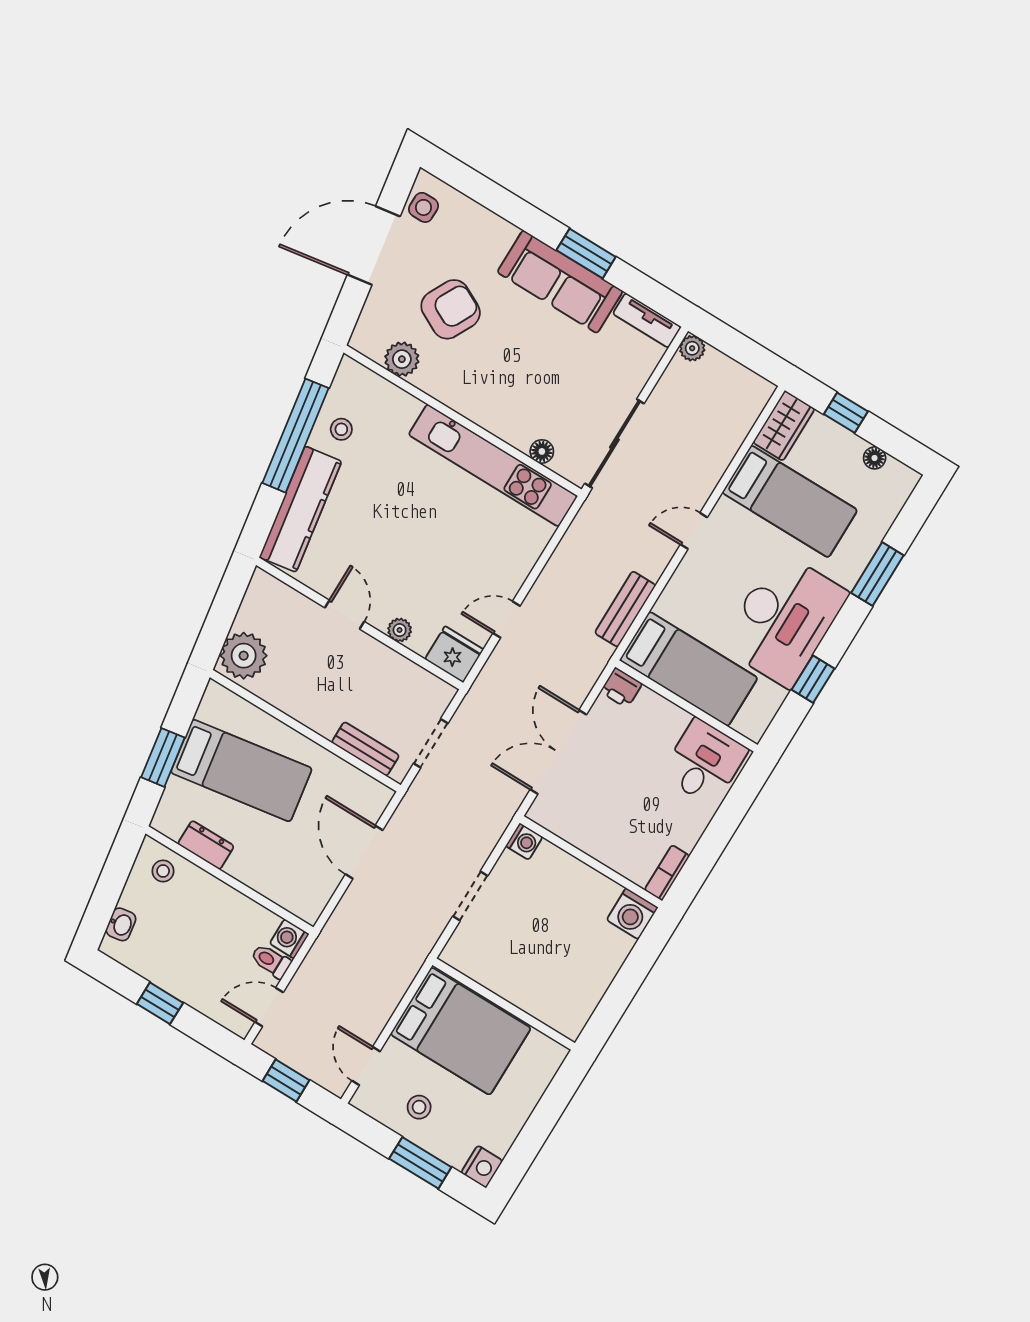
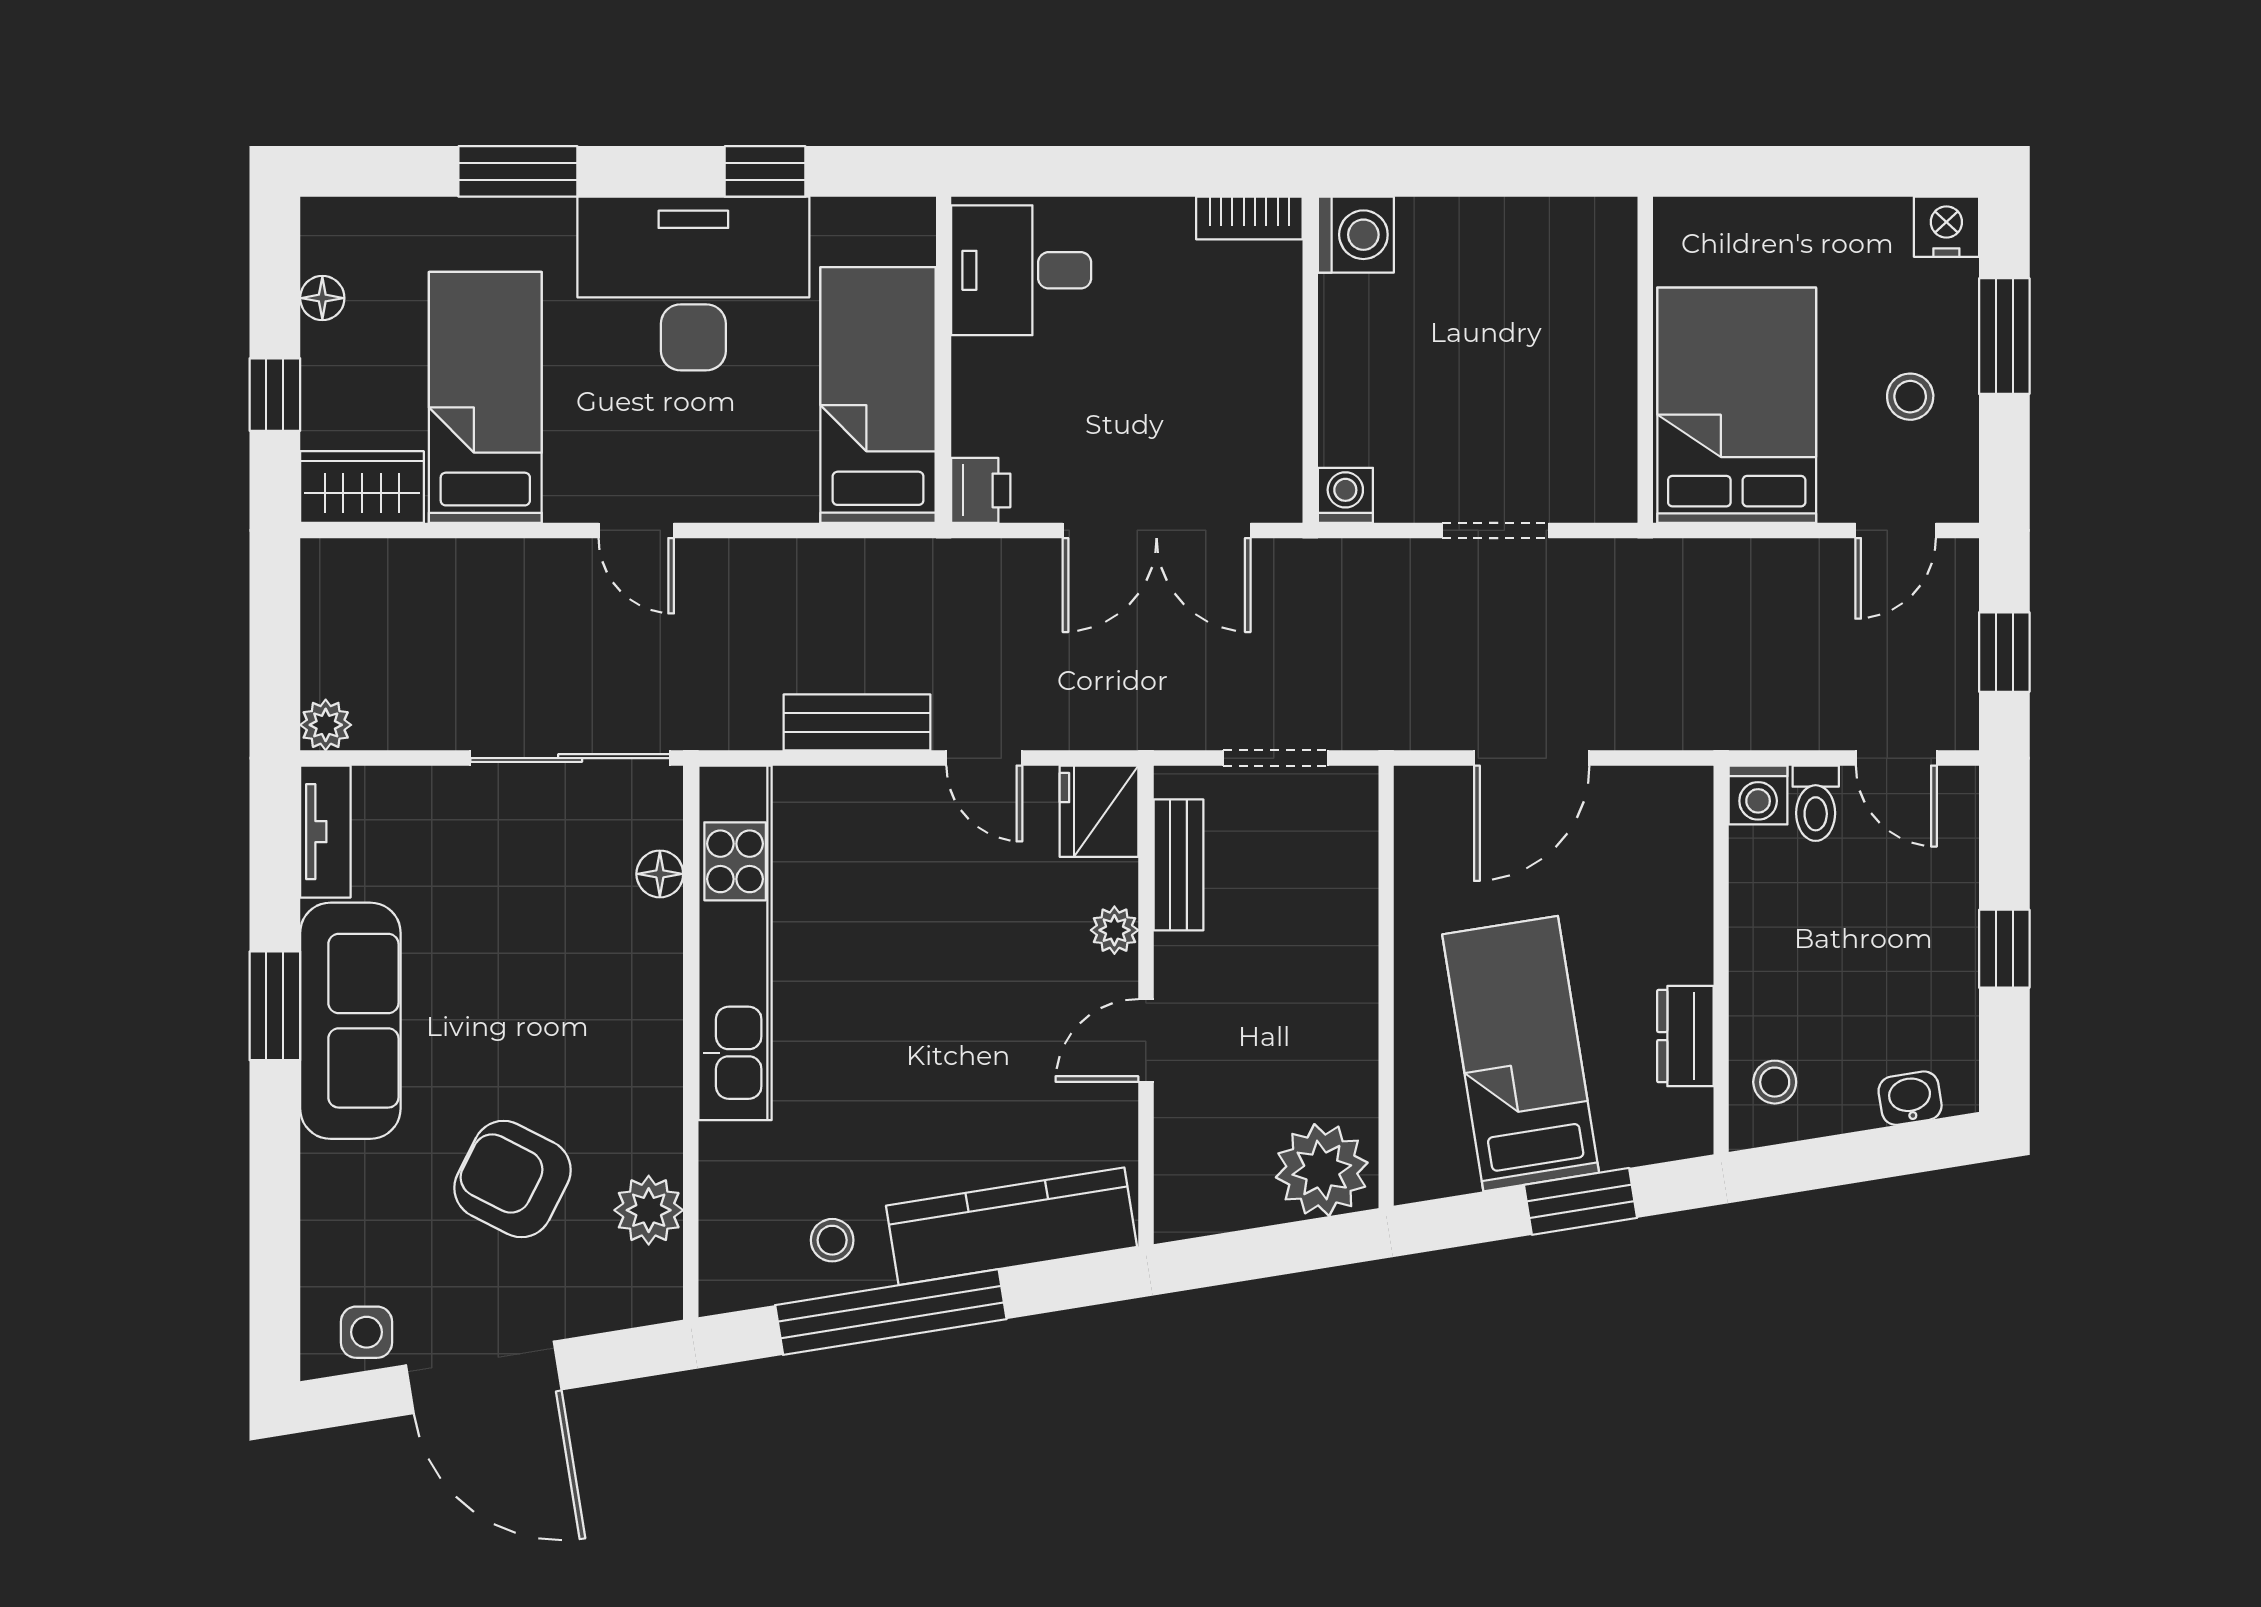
bench: (625, 609) -> (857, 722), moved
bench: (365, 749) -> (1178, 865), moved

